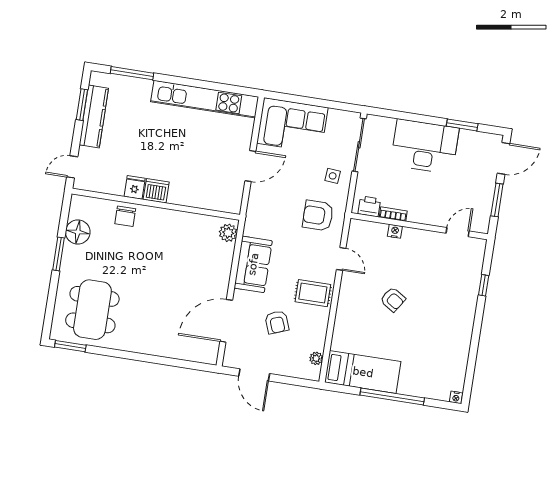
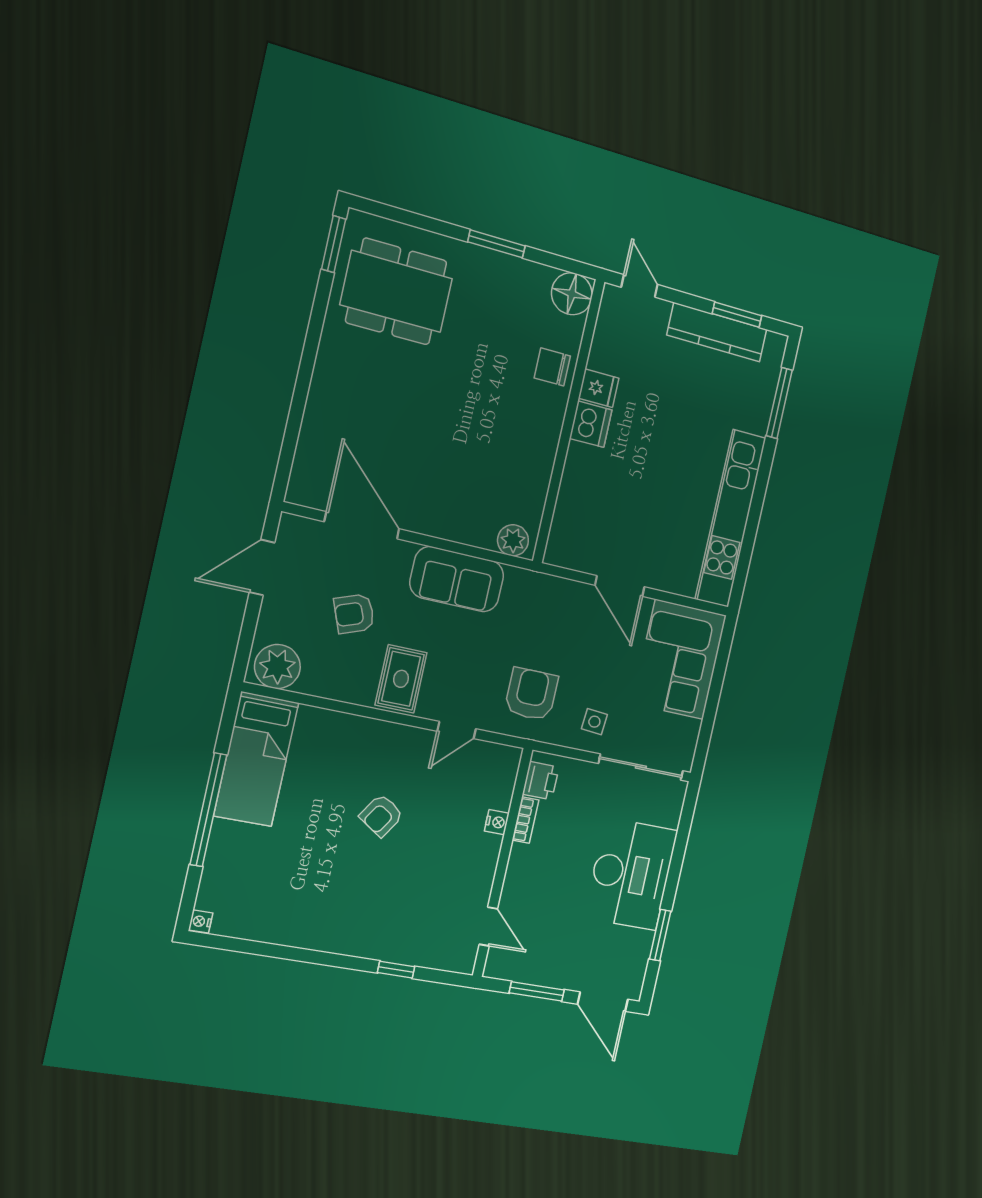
floor lamp: (78, 232) -> (572, 294), moved
plant: (316, 358) -> (277, 667), width x1.87, depth x1.87

